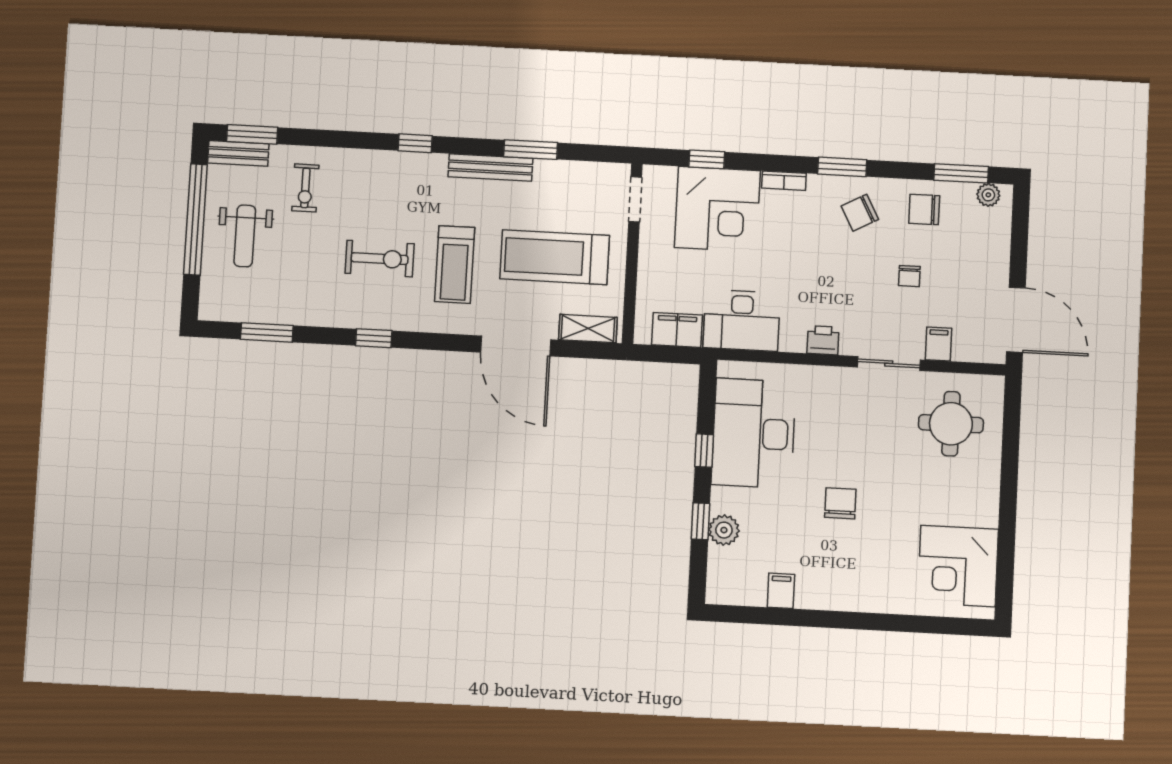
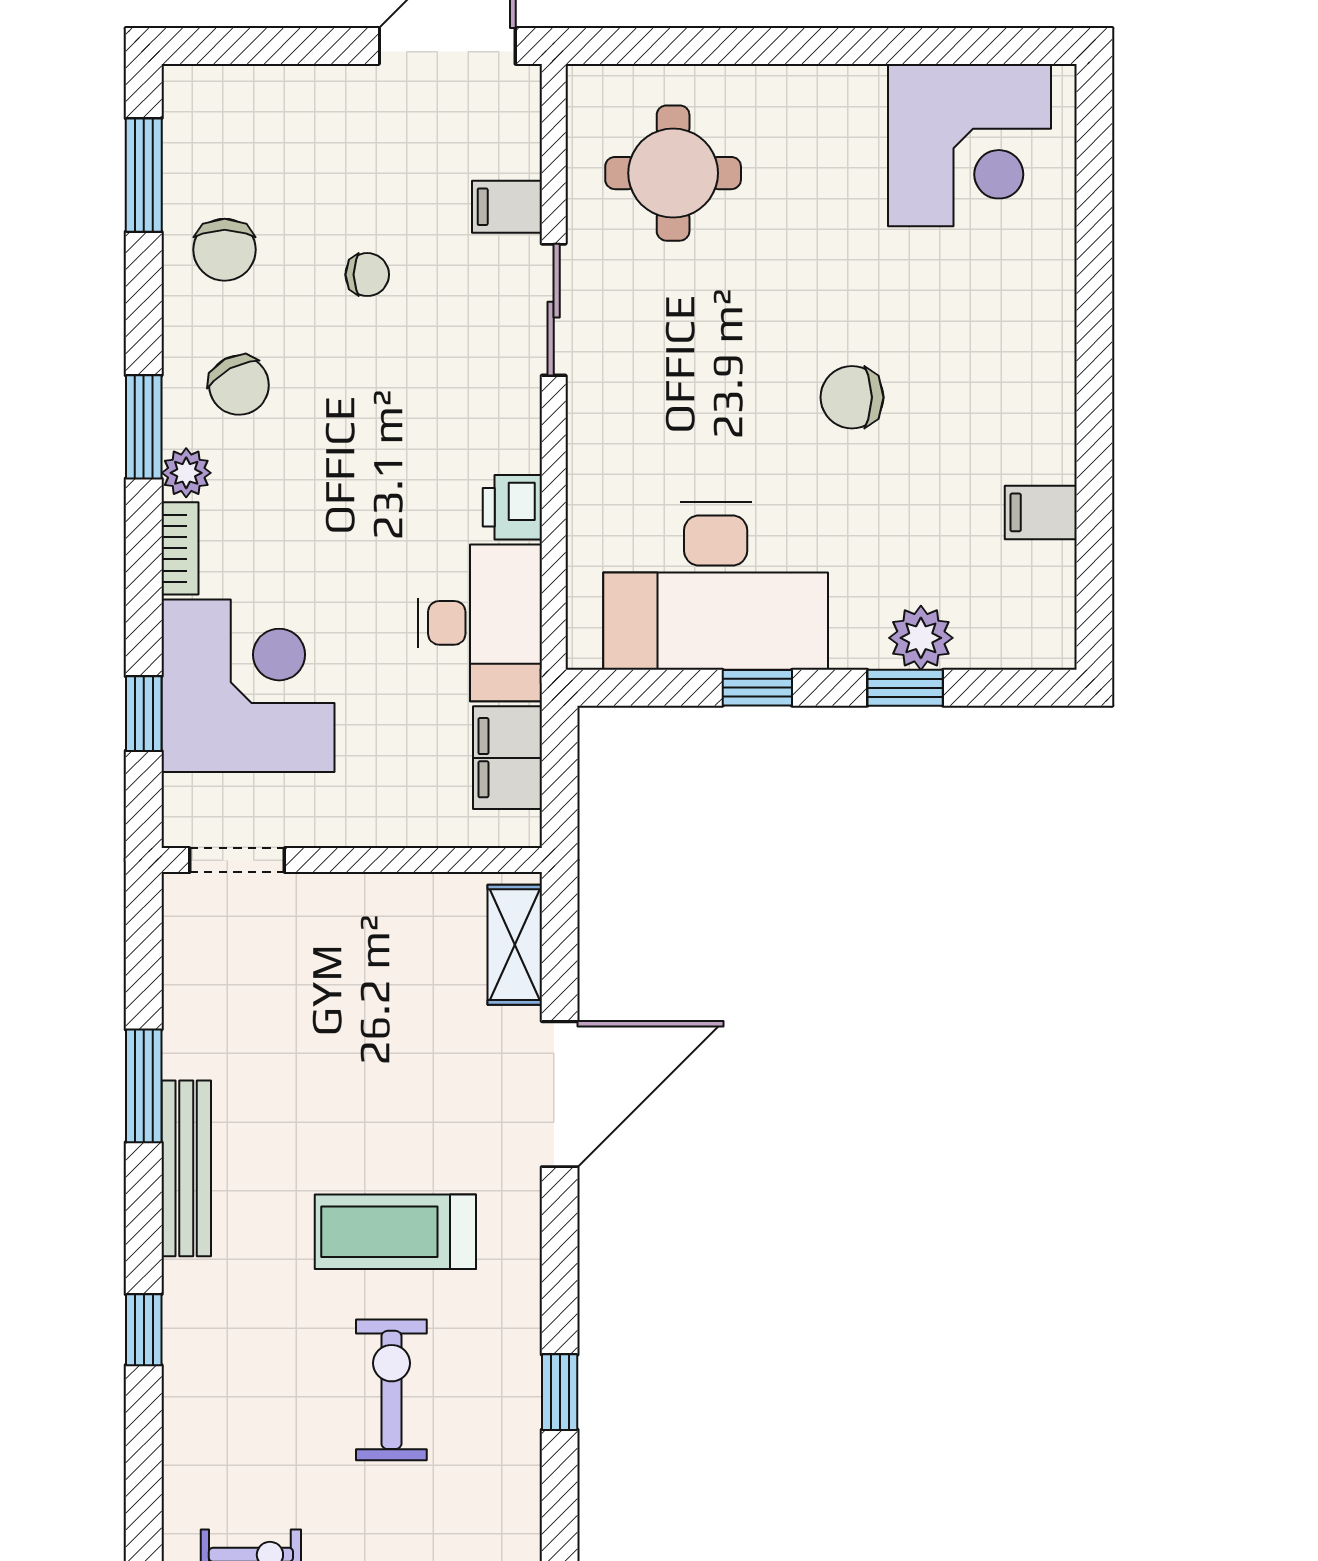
plant: (988, 195) -> (186, 473), moved
treadmill: (555, 257) -> (368, 1023), removed
treadmill: (455, 265) -> (395, 1232), turned 180
printer: (823, 340) -> (512, 507), moved

